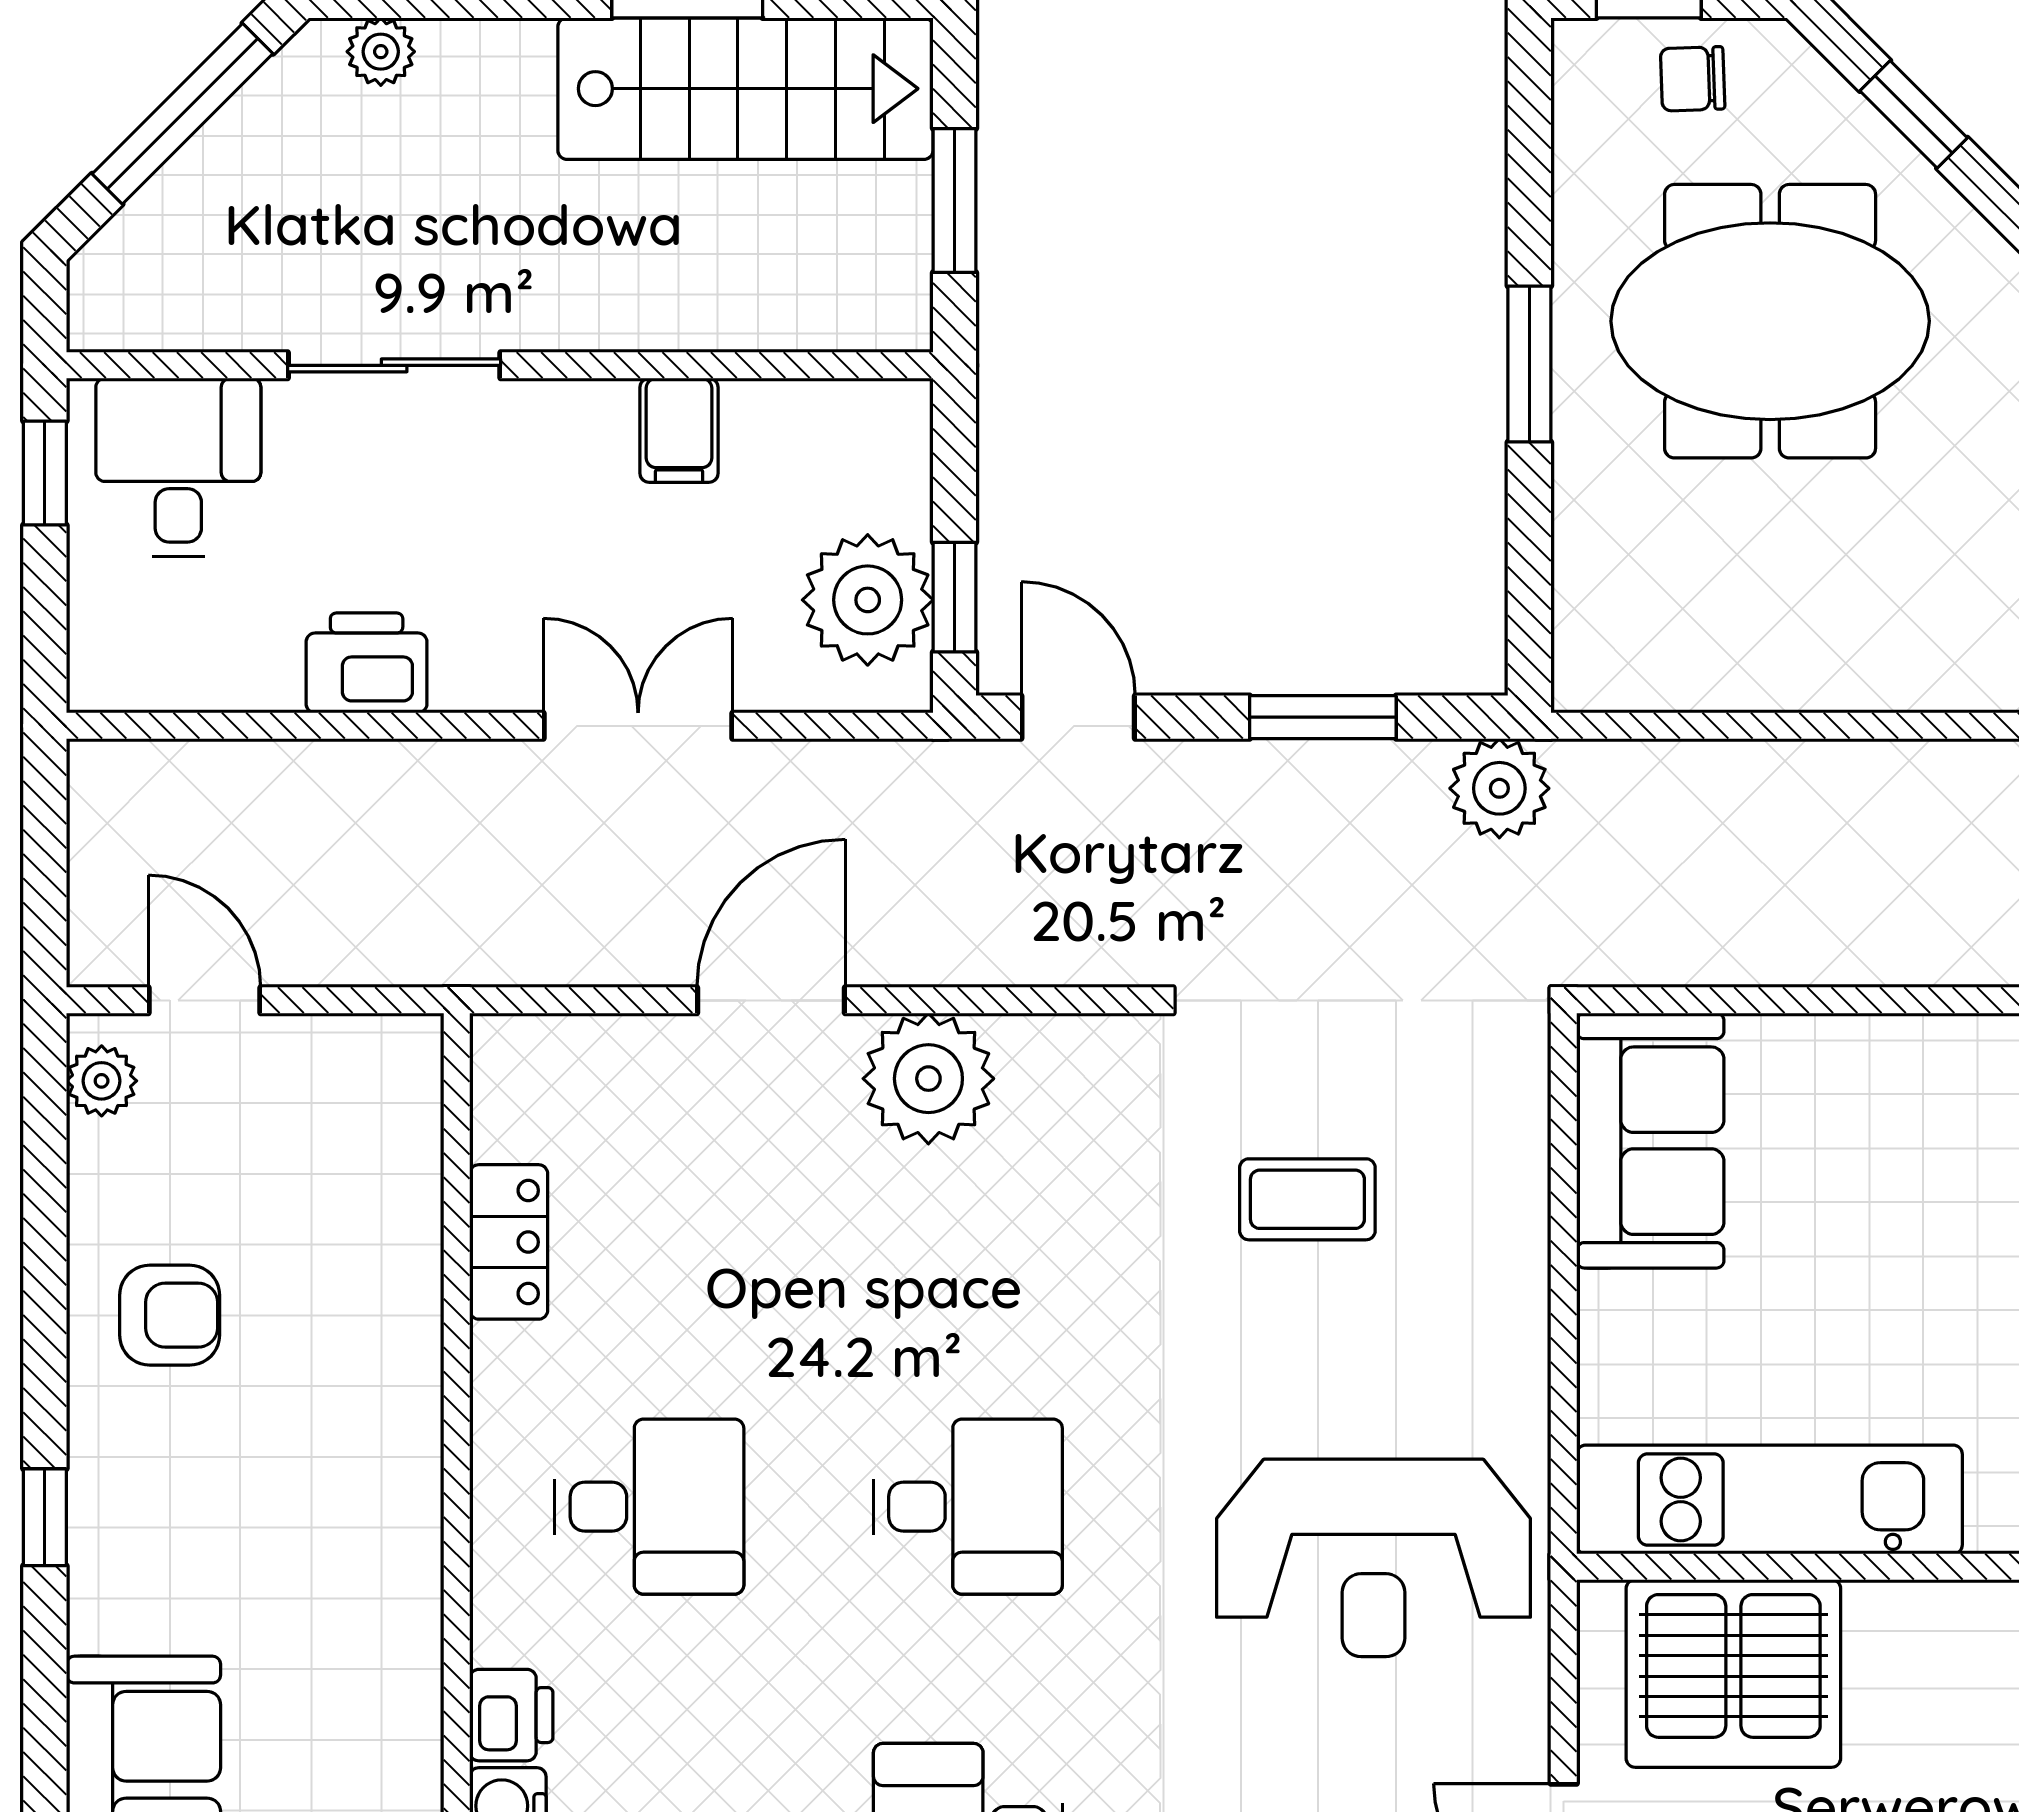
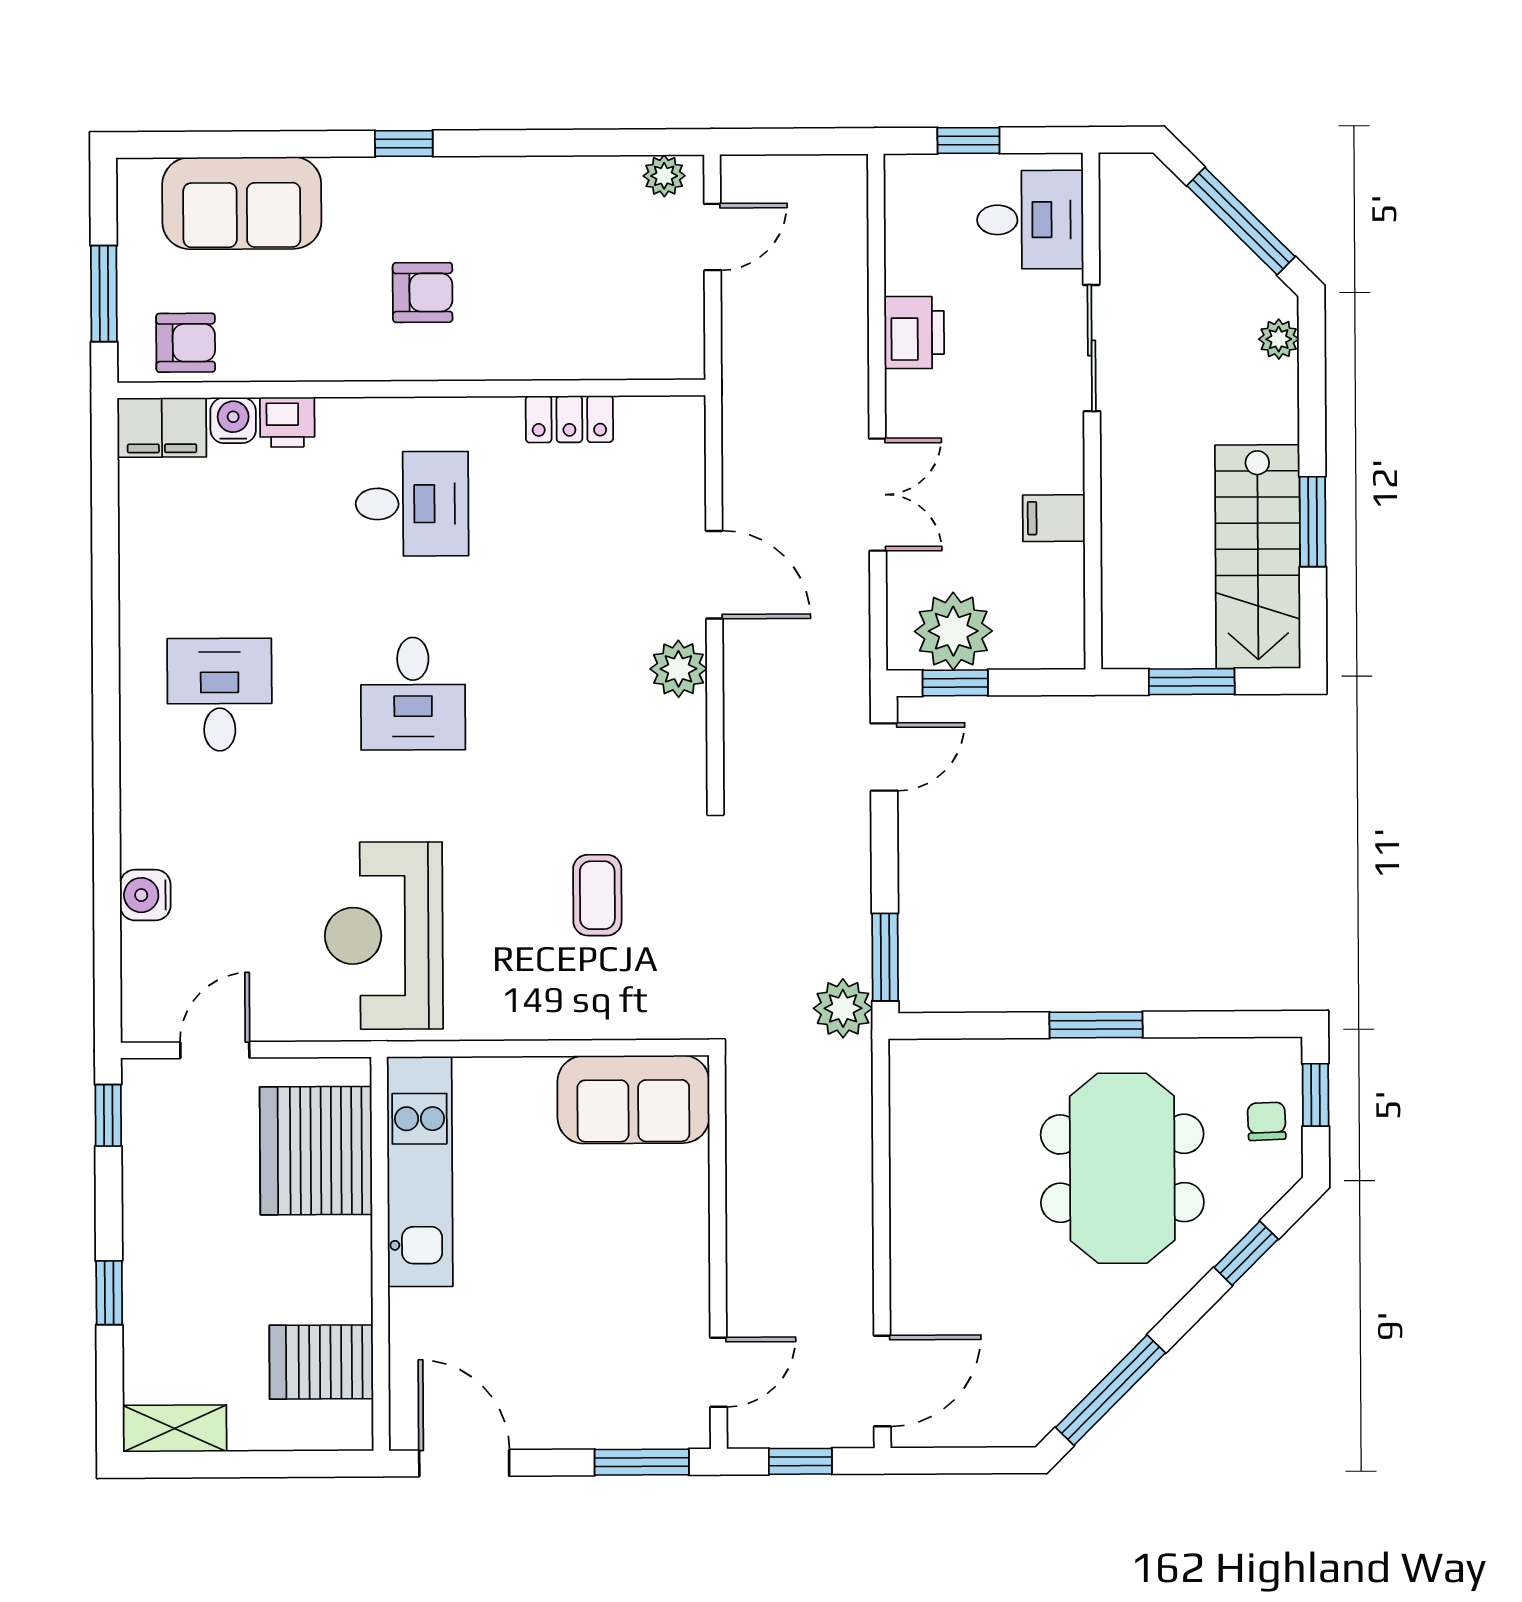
window: (45, 473) -> (968, 140), moved
window: (1323, 717) -> (885, 957), moved
plant: (928, 1079) -> (678, 669), width x0.73, depth x0.73
armchair: (170, 1315) -> (423, 292), moved, turned -90
desk: (649, 1507) -> (412, 504), turned -90

